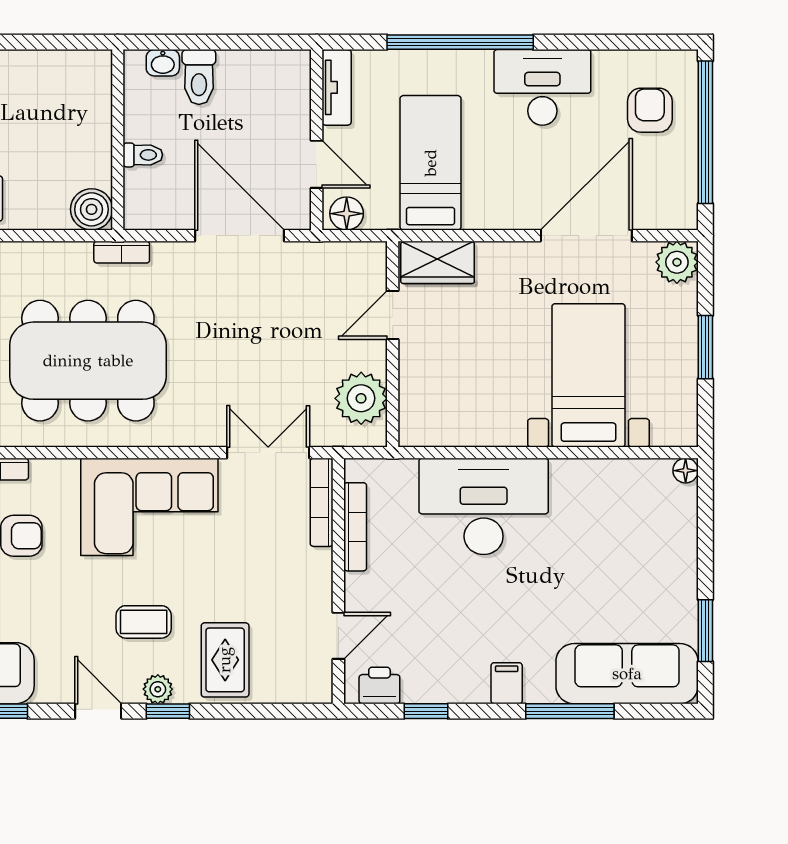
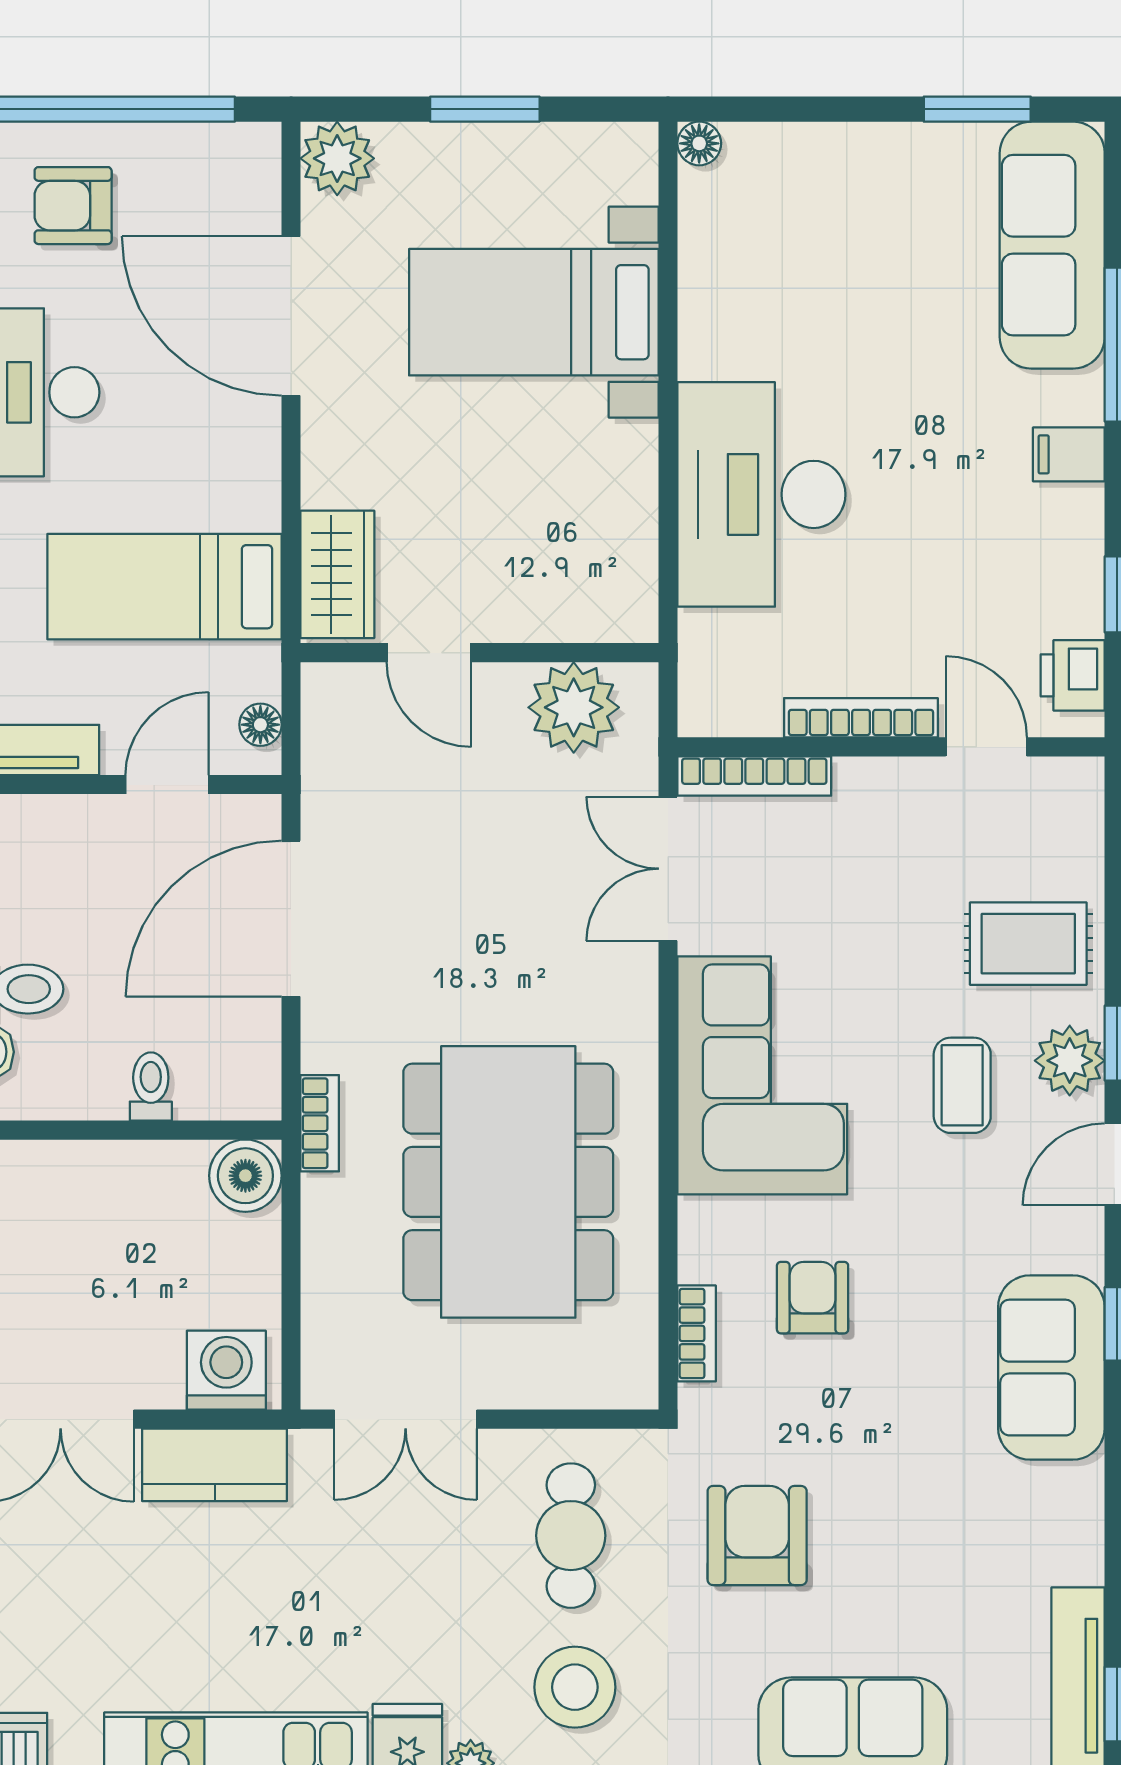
floor lamp: (347, 214) -> (260, 725), width x0.73, depth x0.73
bookcase: (355, 527) -> (861, 718), moved
plant: (158, 689) -> (1070, 1061), width x1.38, depth x1.38

